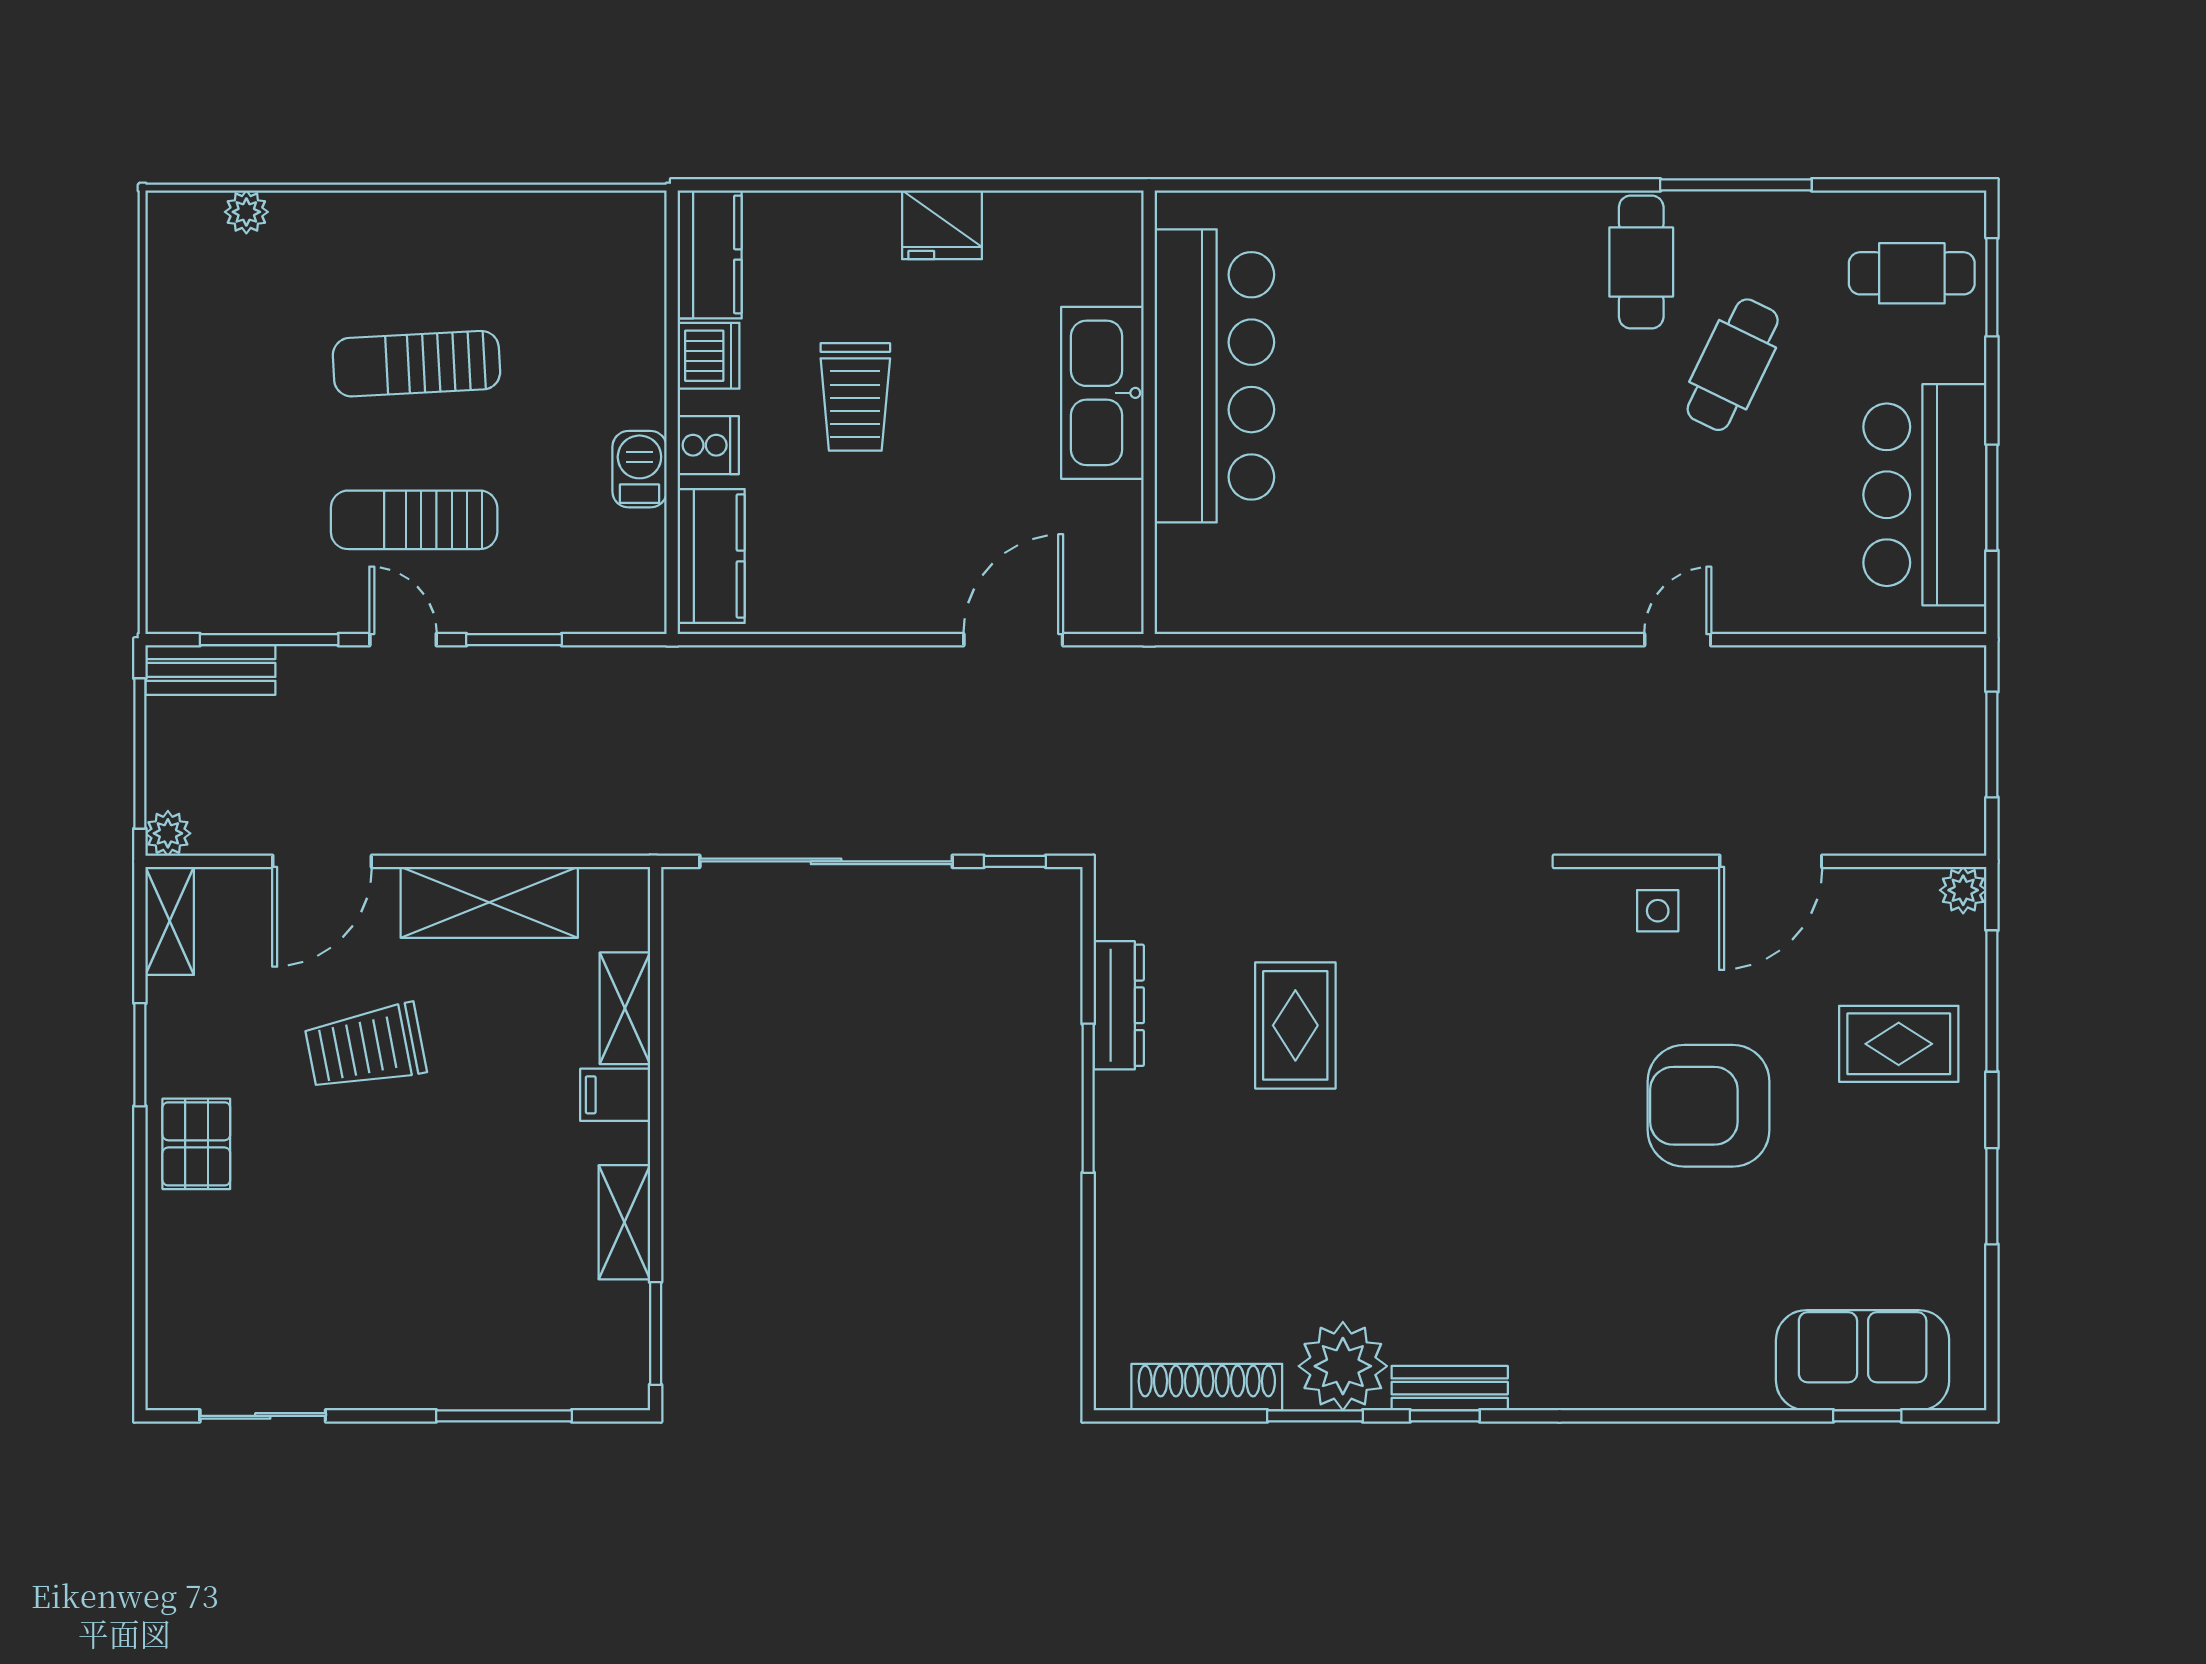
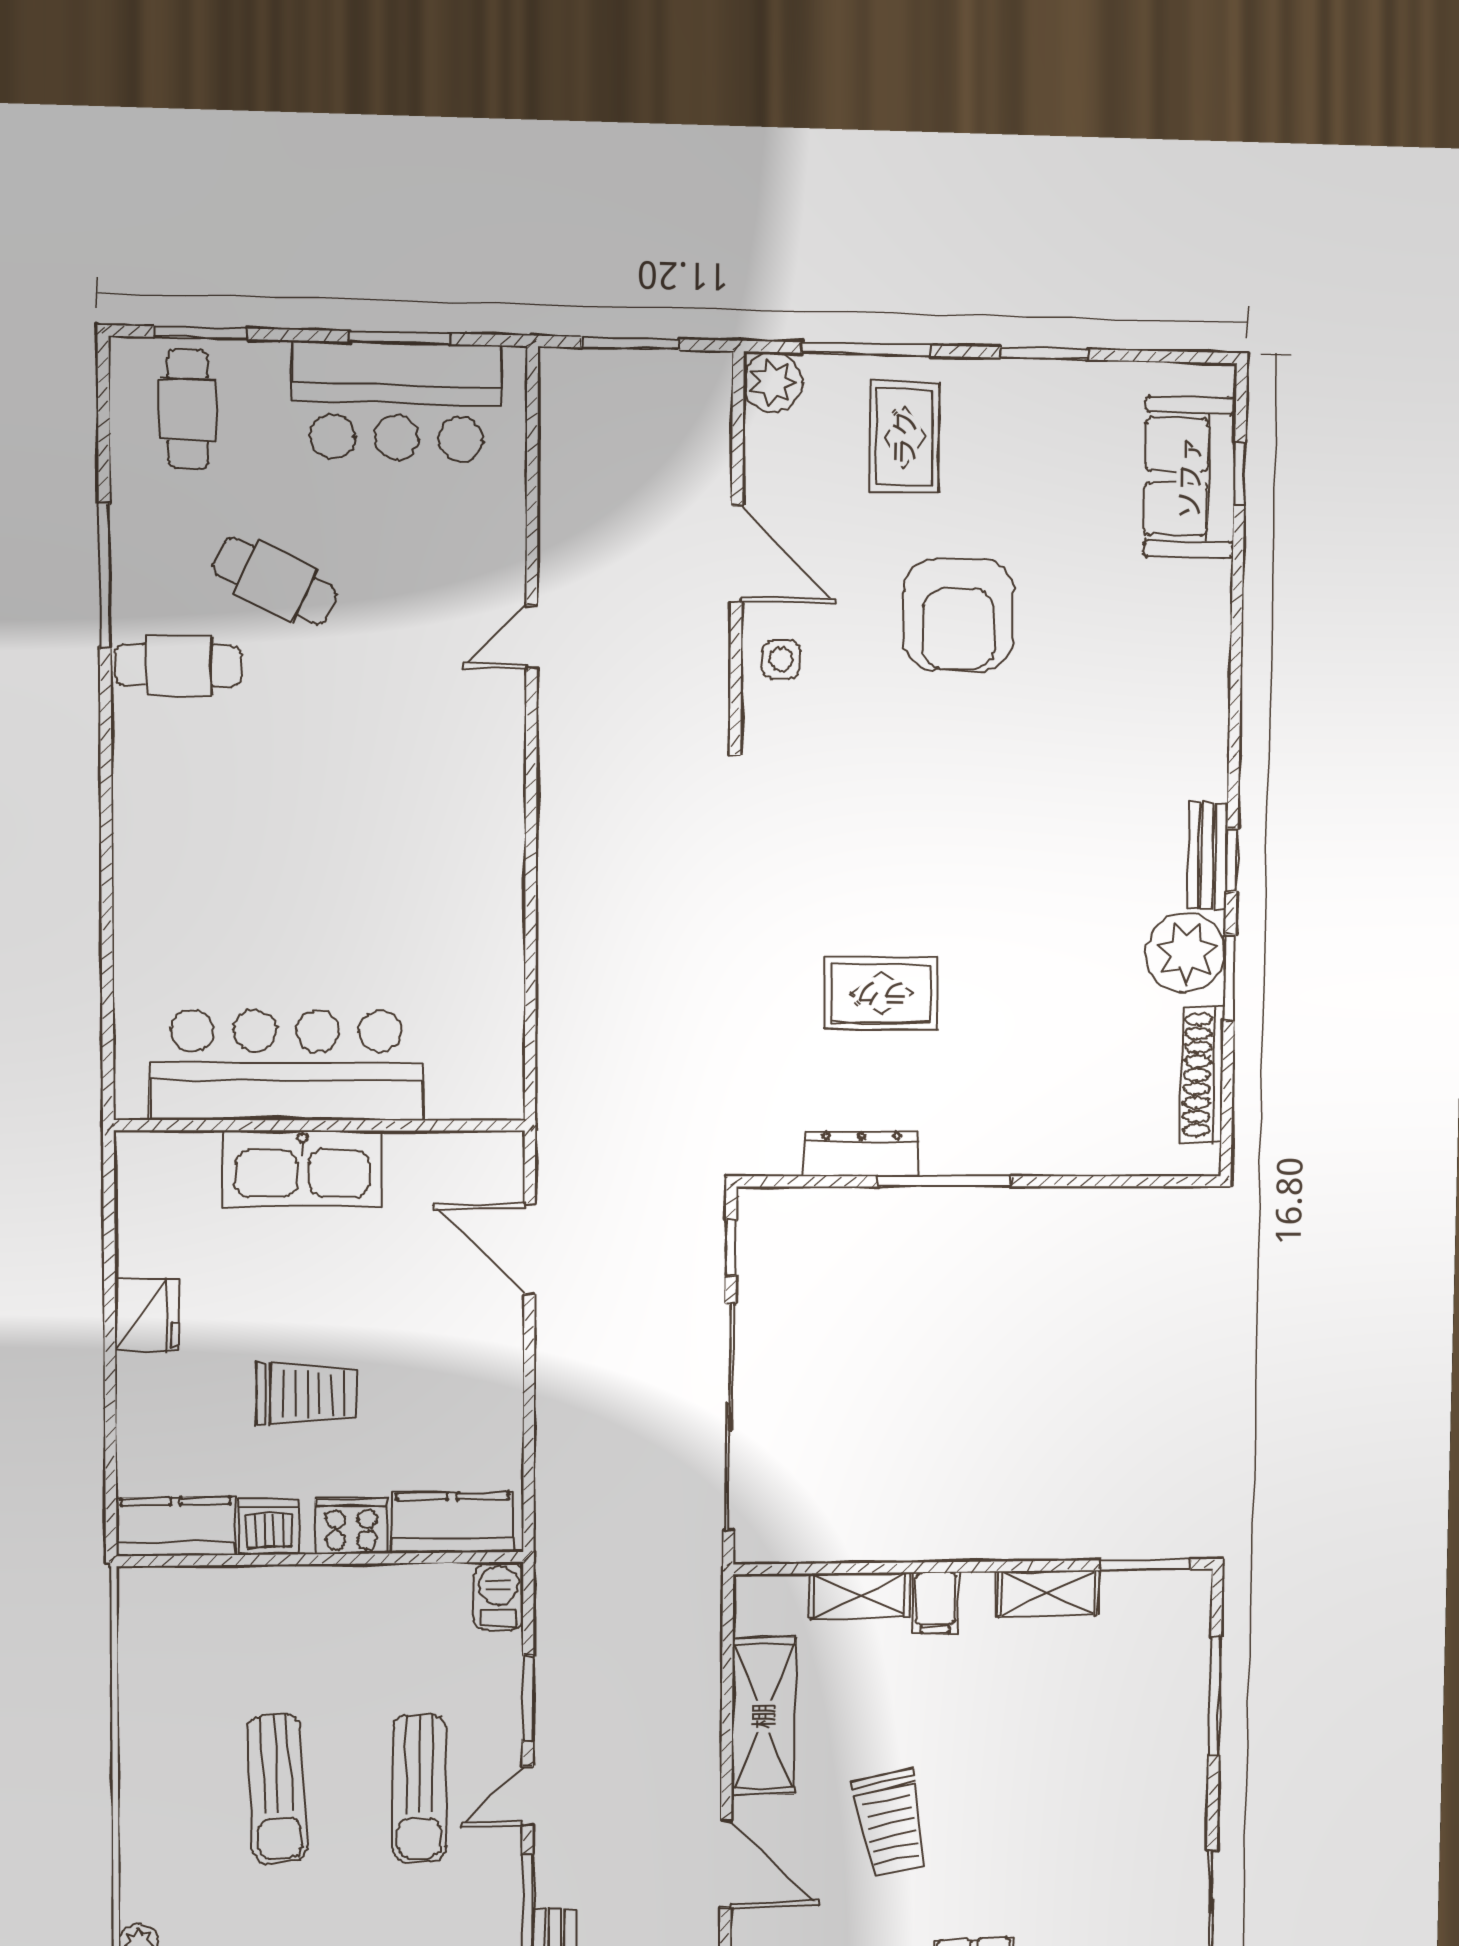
cooker: (708, 445) -> (351, 1526), width x1.36
barbecue: (639, 469) -> (499, 1596), moved, turned 90
door: (1678, 640) -> (532, 637), hinge flipped
plant: (1963, 890) -> (773, 382), width x1.38, depth x1.38

